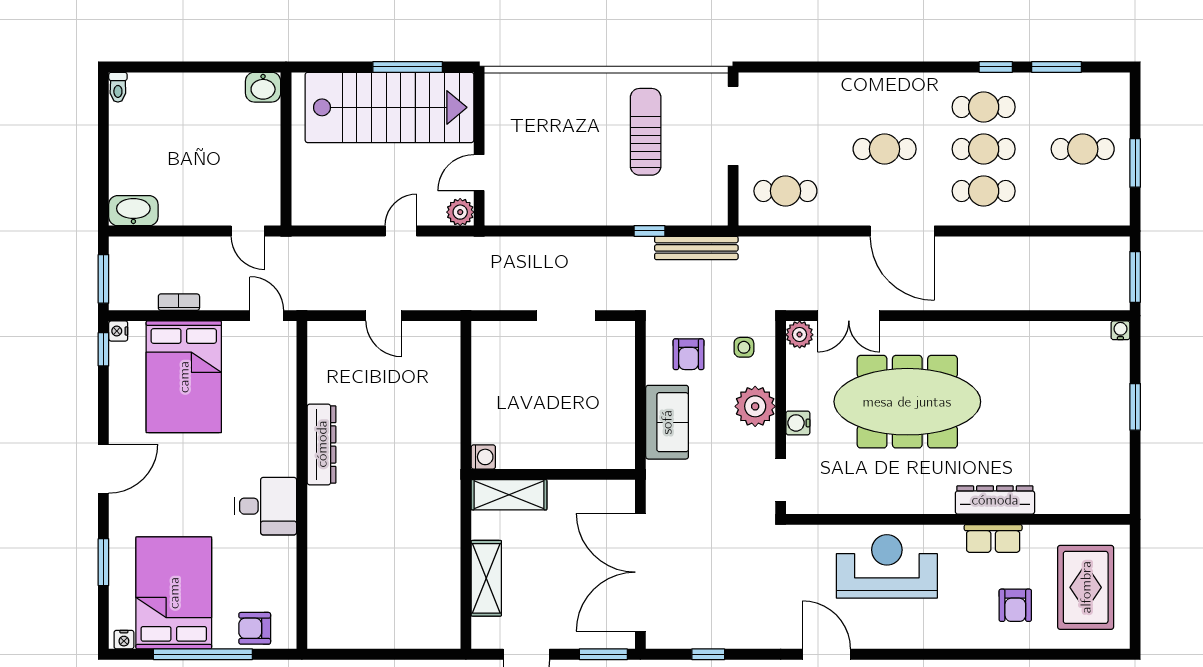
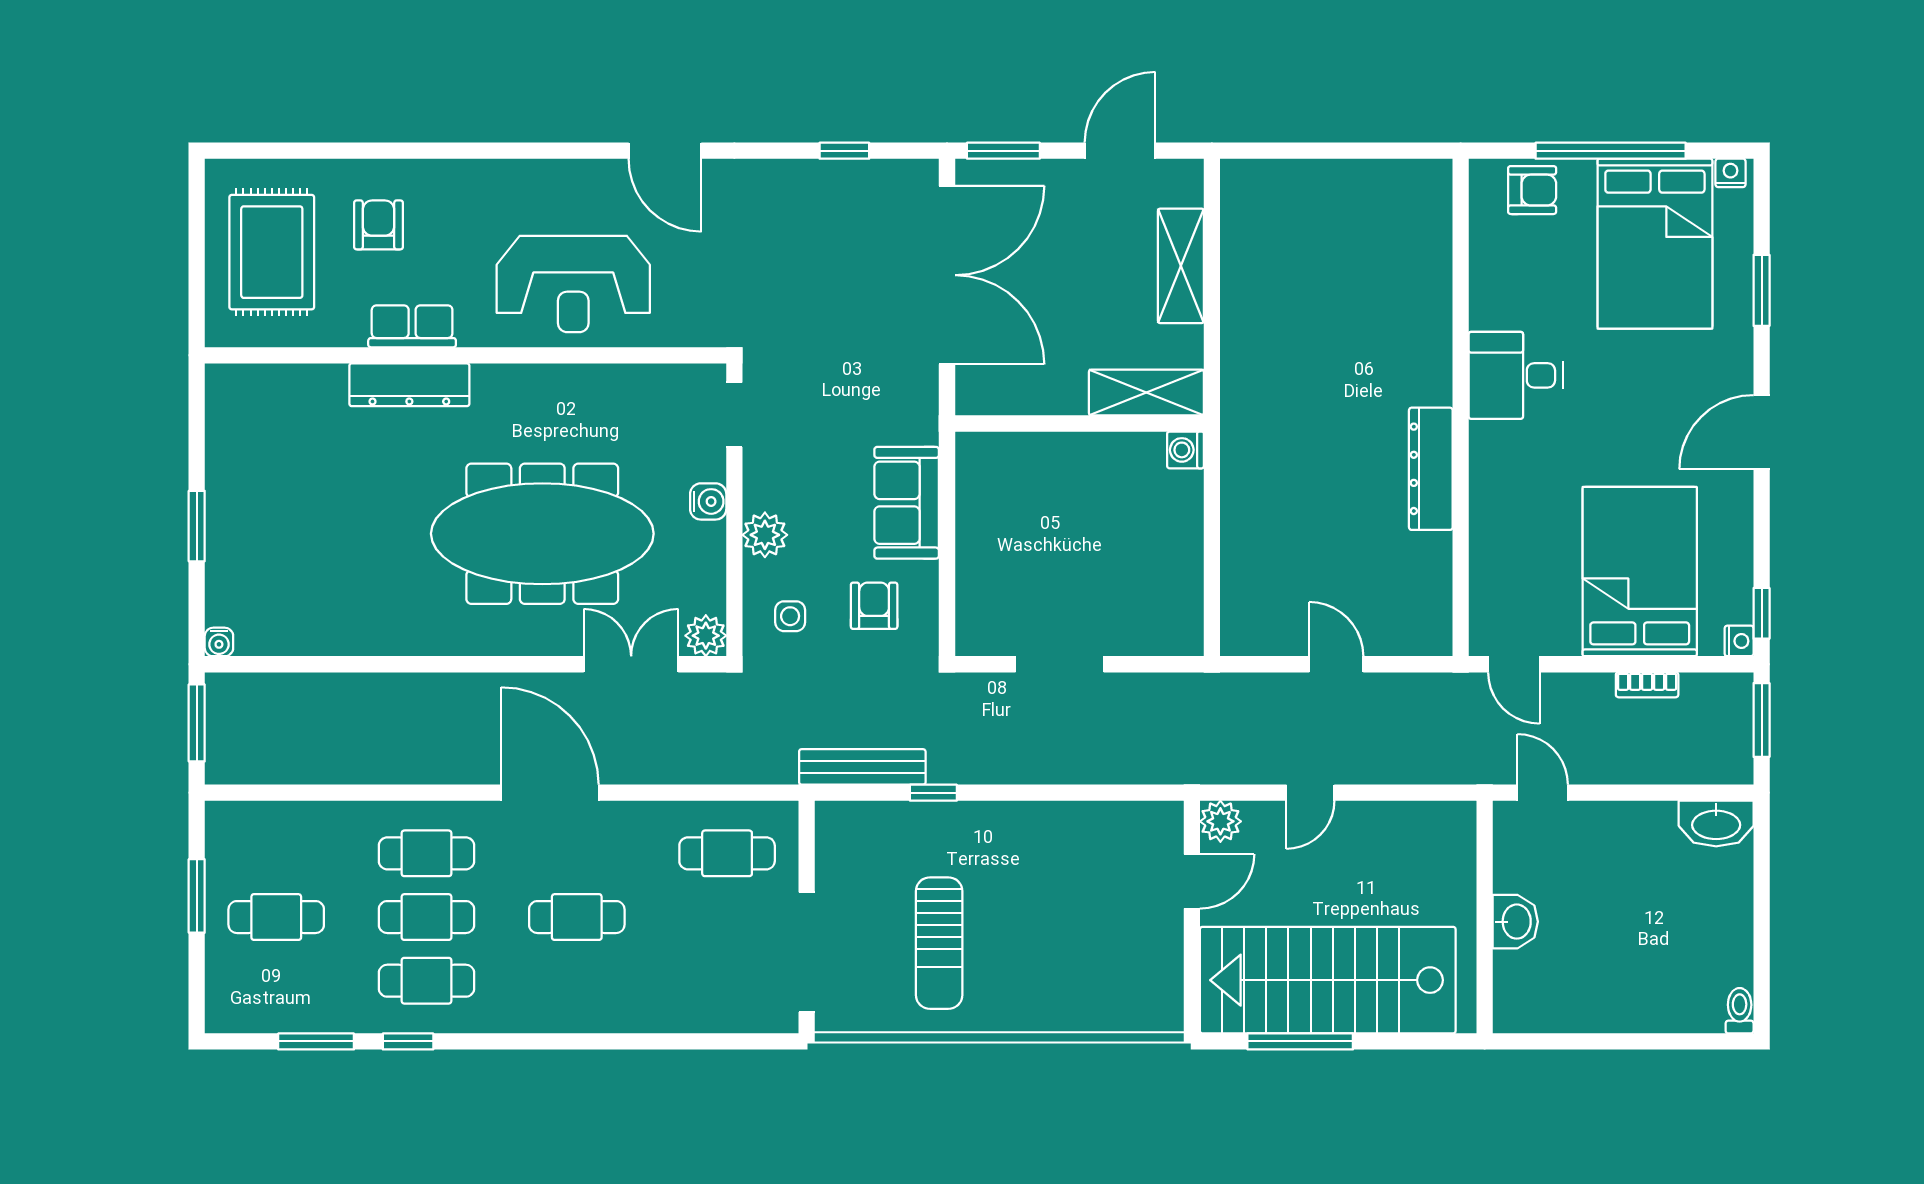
washbasin: (263, 87) -> (1515, 922), moved, turned 90
plant: (755, 406) -> (765, 535), width x0.73, depth x0.73

